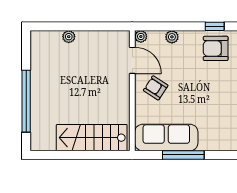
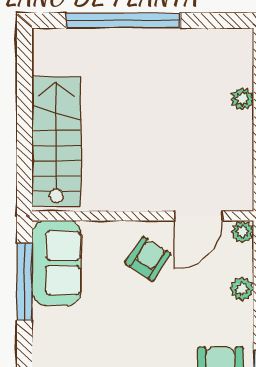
sofa: (166, 138) -> (57, 263), width x0.73
window: (183, 155) -> (24, 282), moved

